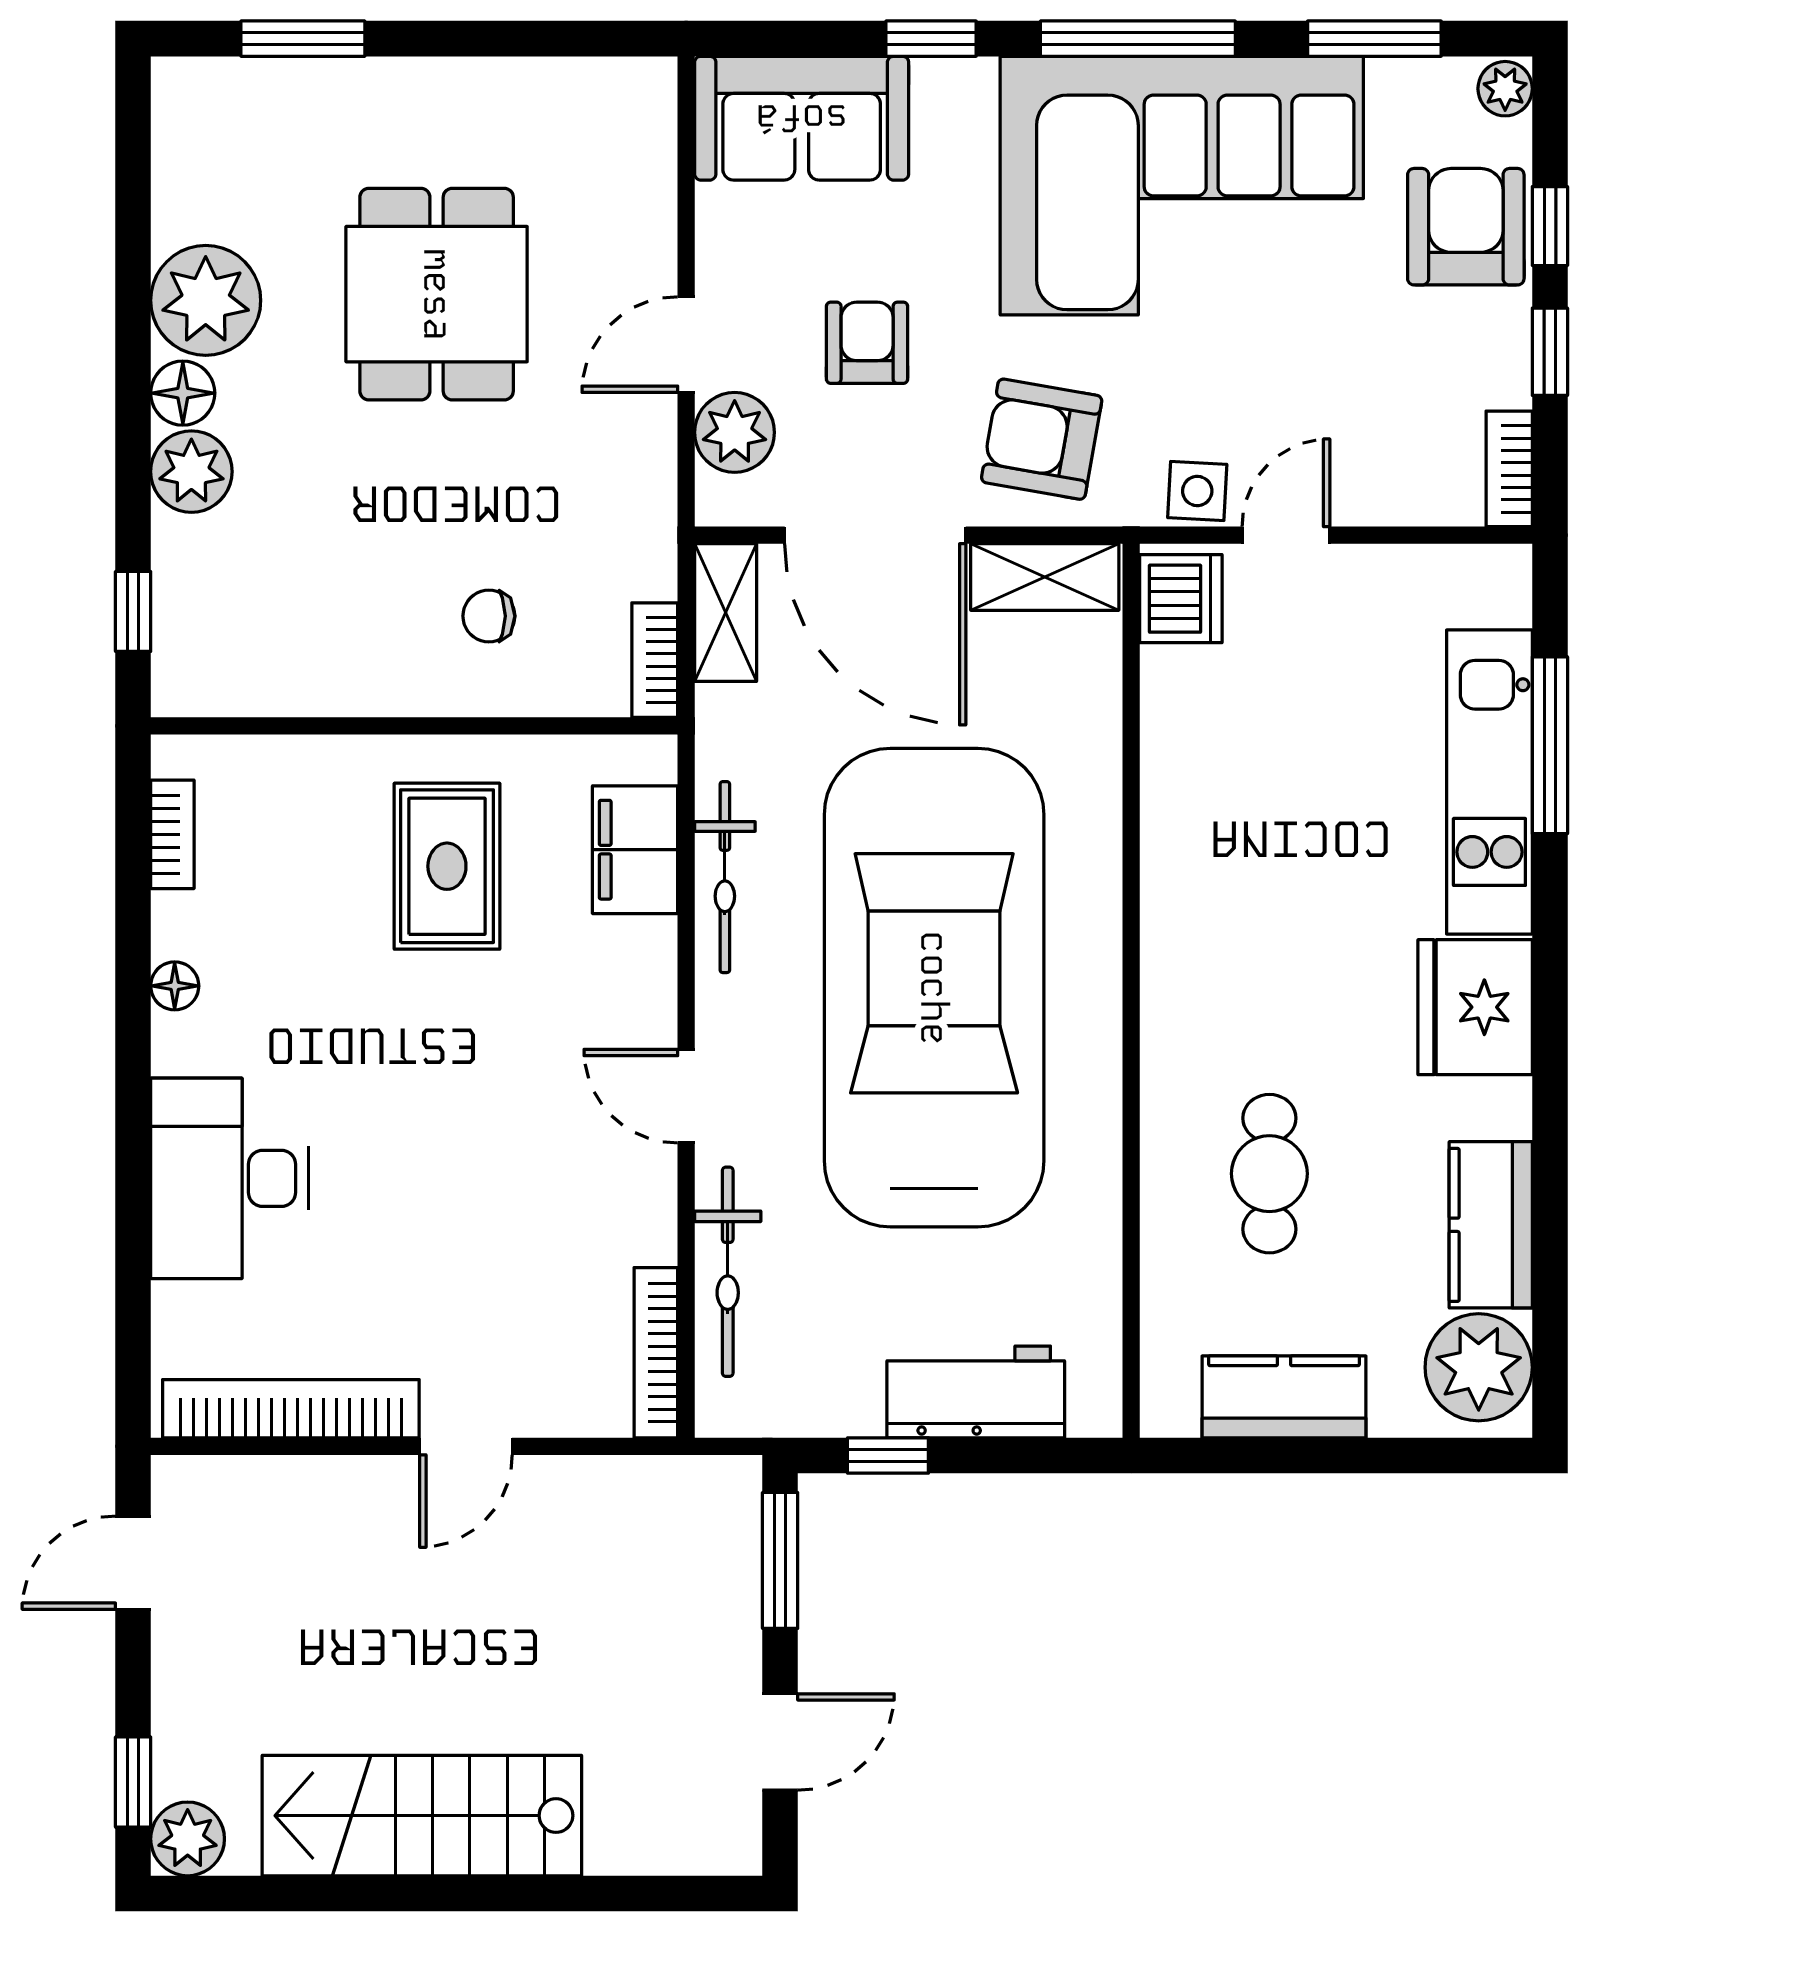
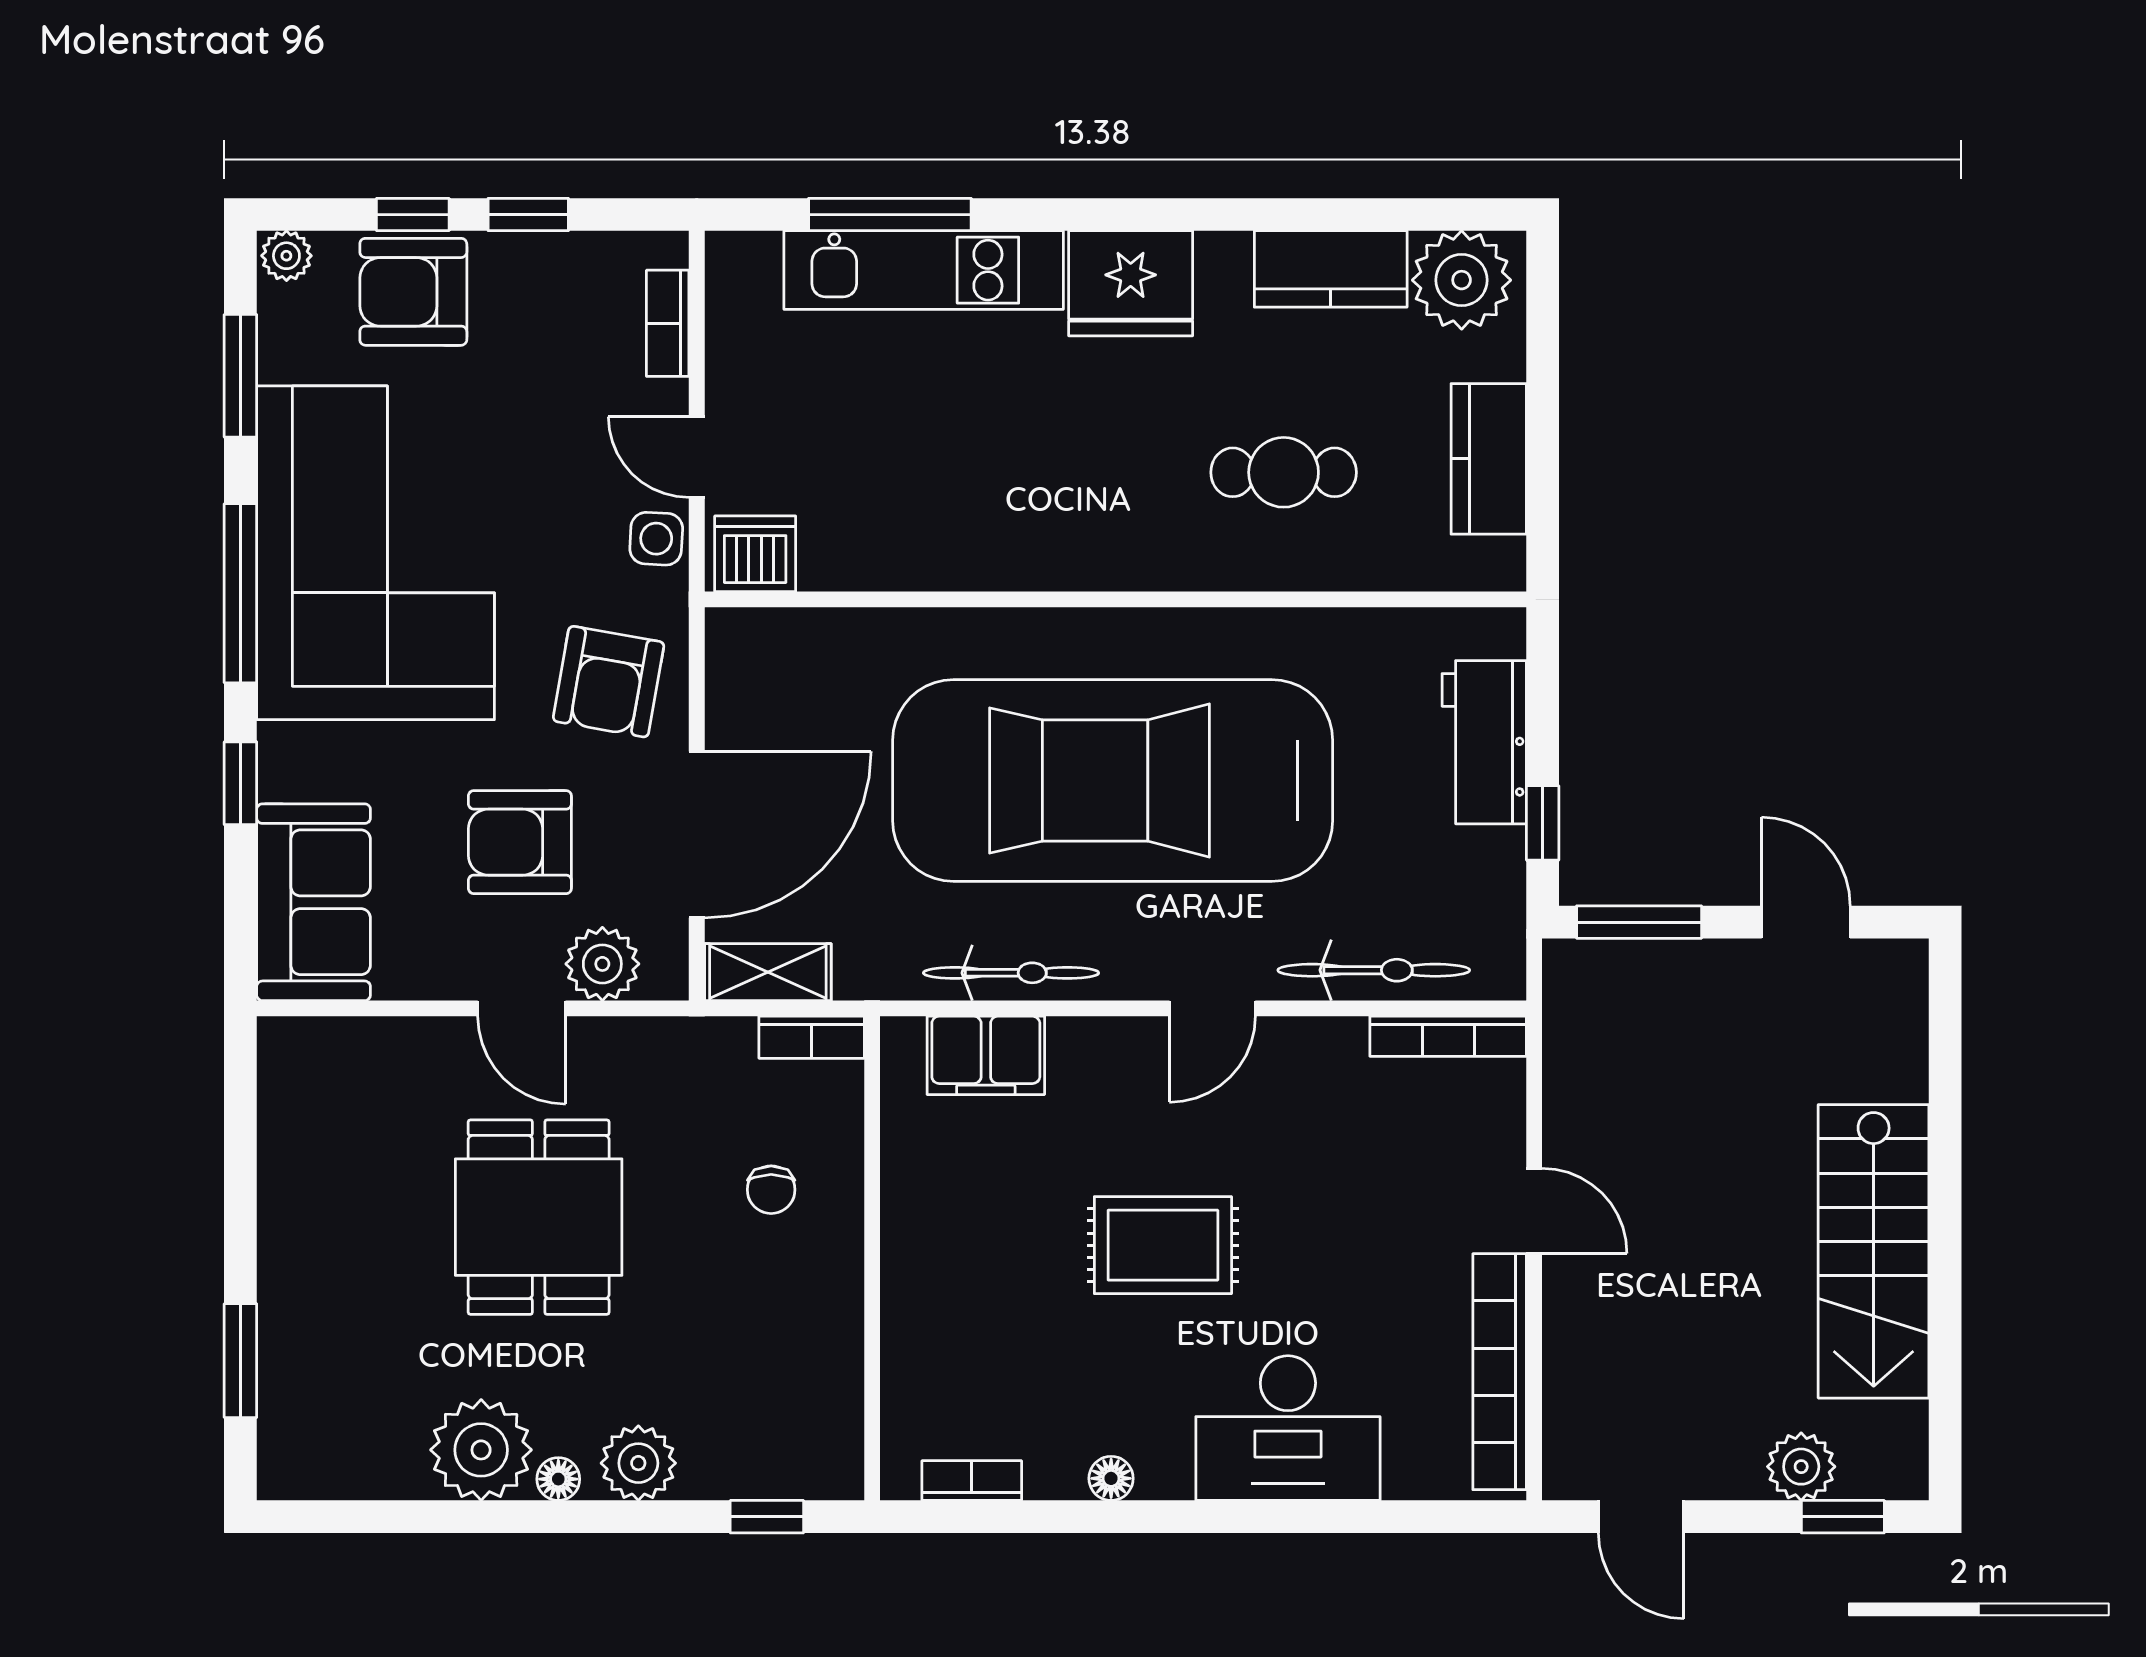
dining table: (437, 294) -> (539, 1217), moved, turned 90
armchair: (867, 343) -> (520, 842), width x1.38, depth x1.38
floor lamp: (183, 393) -> (558, 1479), width x0.73, depth x0.73
bookcase: (1509, 469) -> (668, 323), moved, turned 90
shelving: (1045, 577) -> (735, 679), removed
rug: (447, 866) -> (1163, 1245), moved
plant: (188, 1839) -> (1801, 1467), moved

